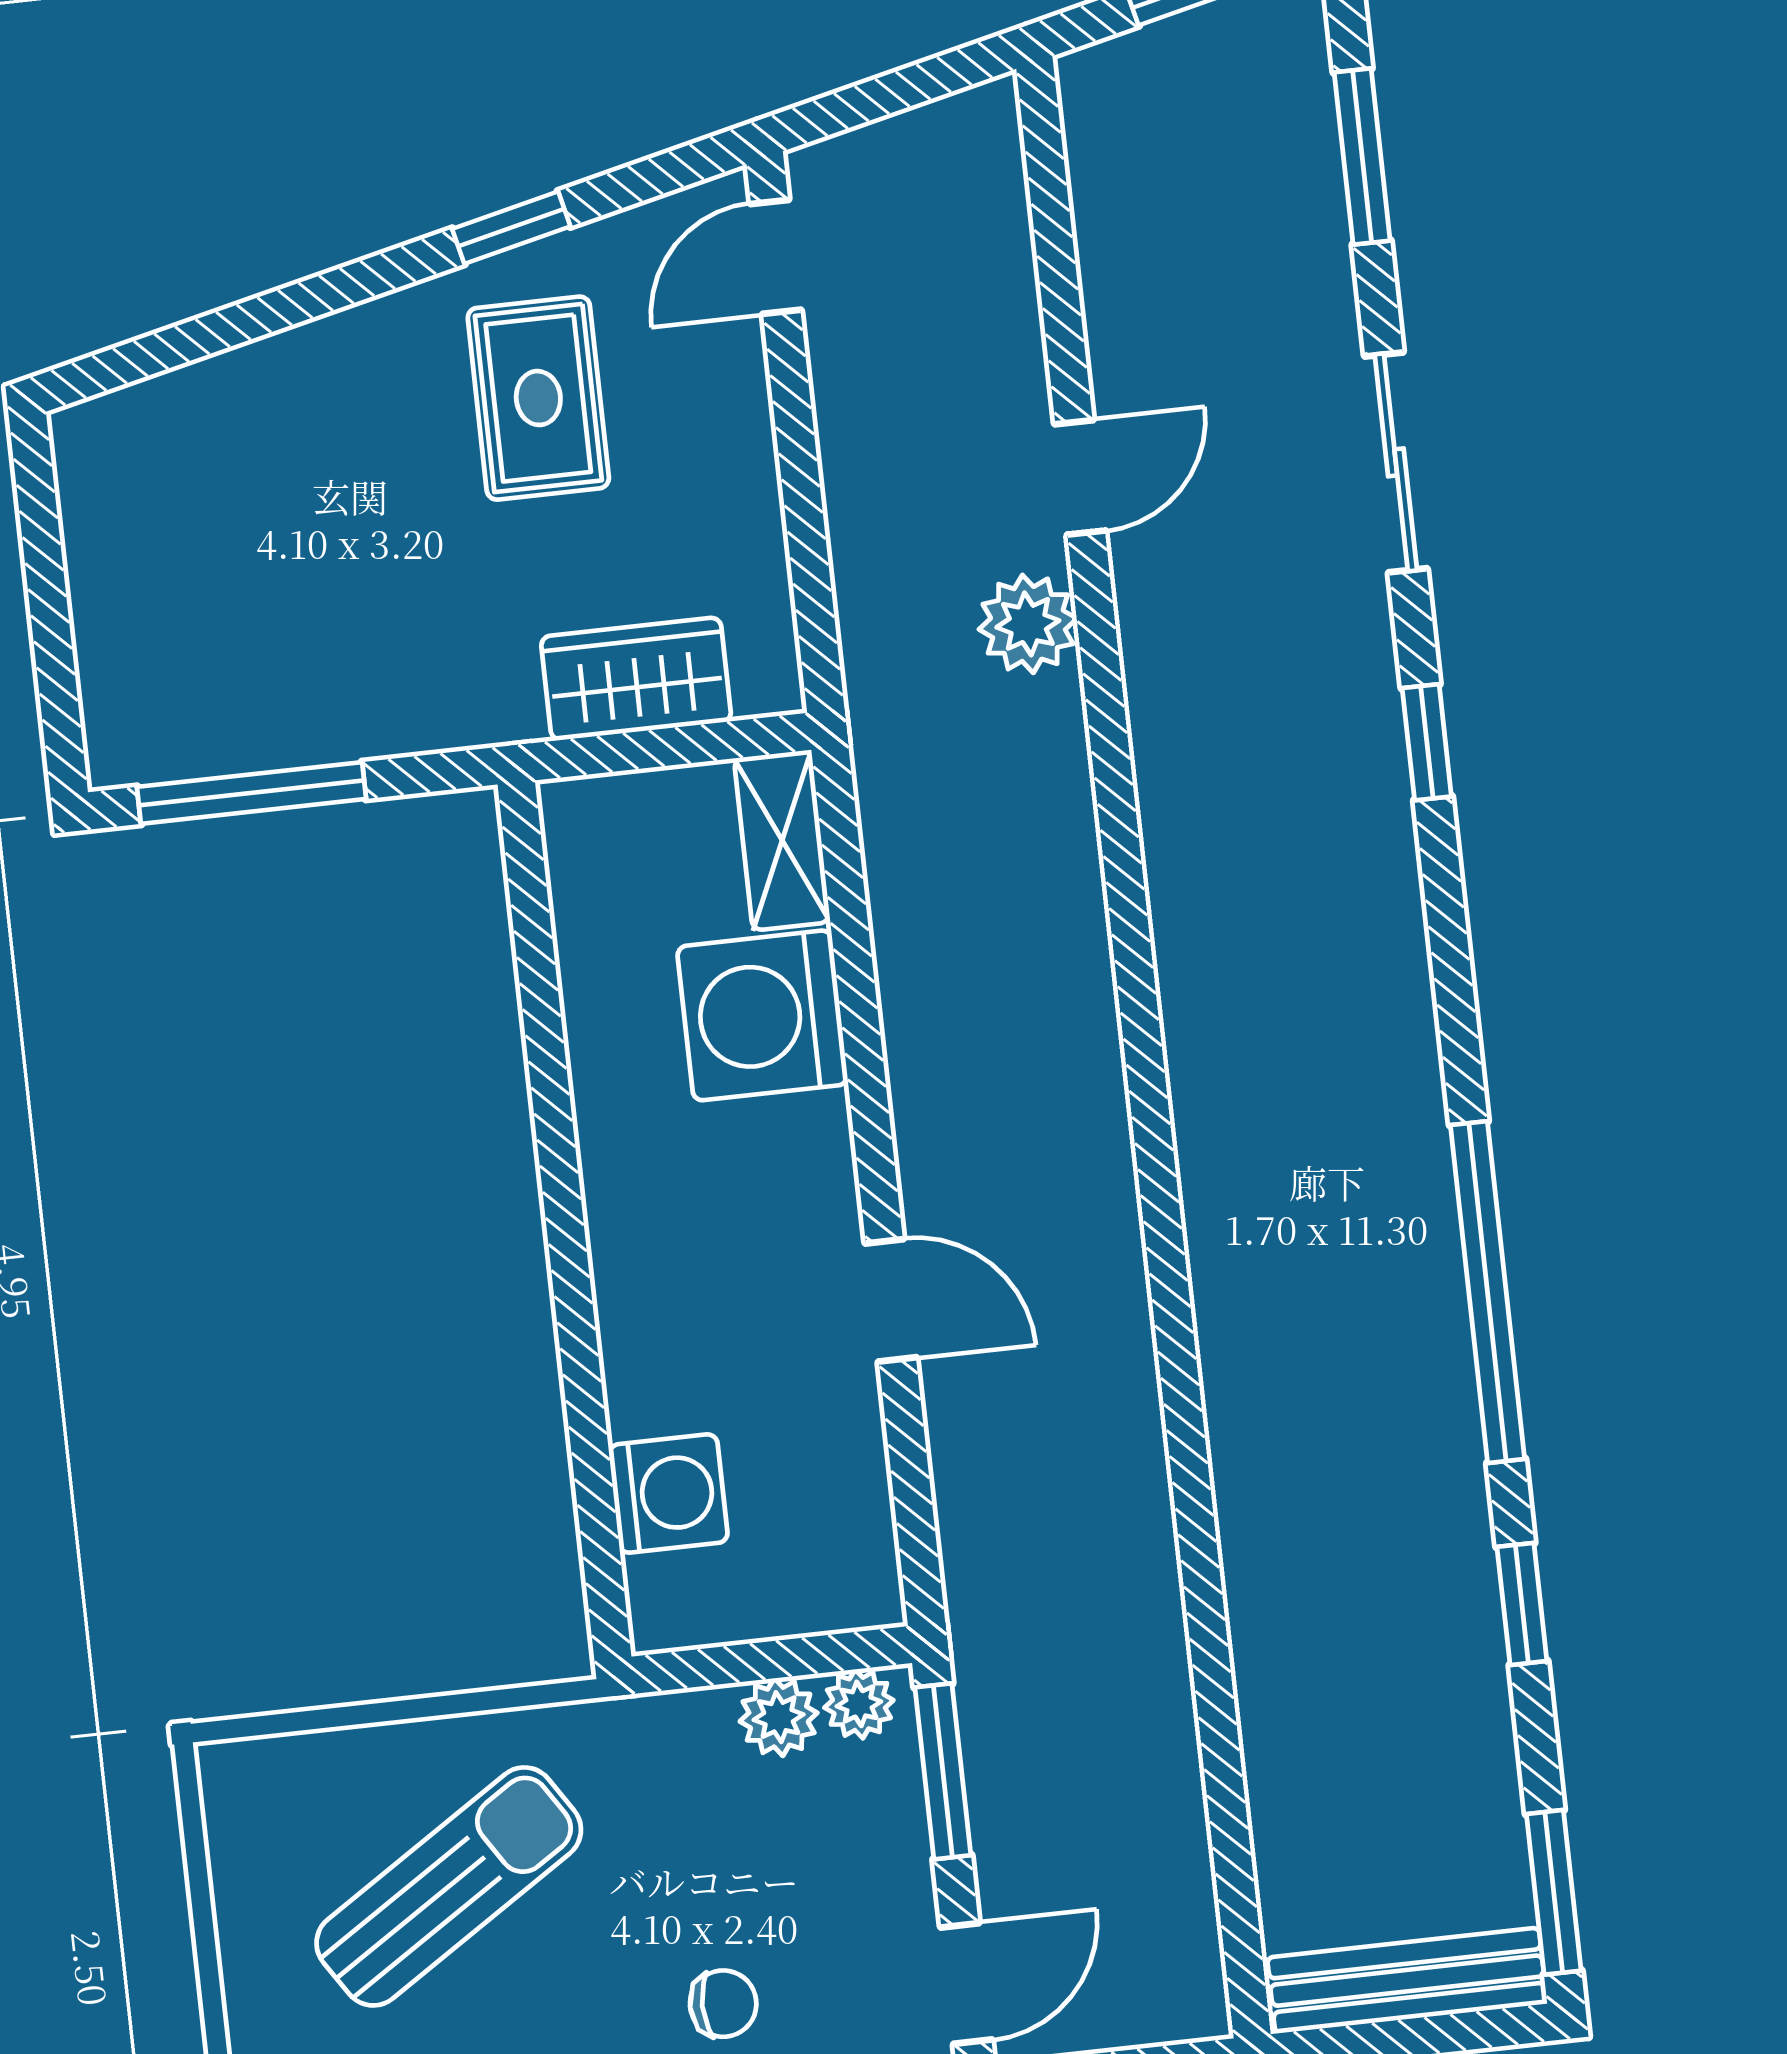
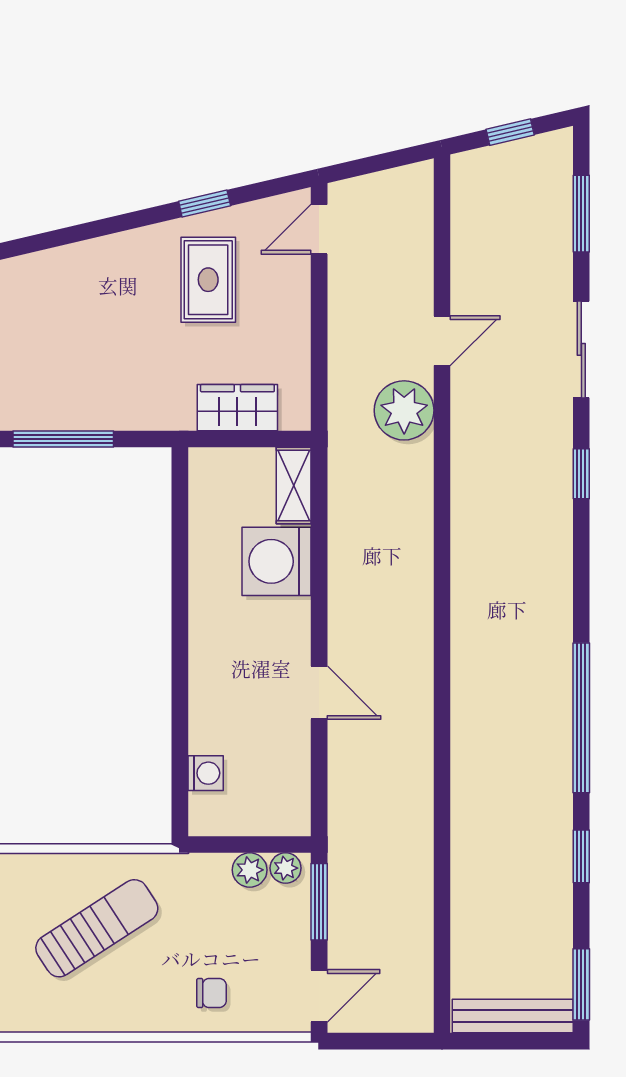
plant: (1028, 624) -> (404, 410), width x1.36, depth x1.36
washing machine: (668, 1494) -> (206, 773), width x0.73, depth x0.73

